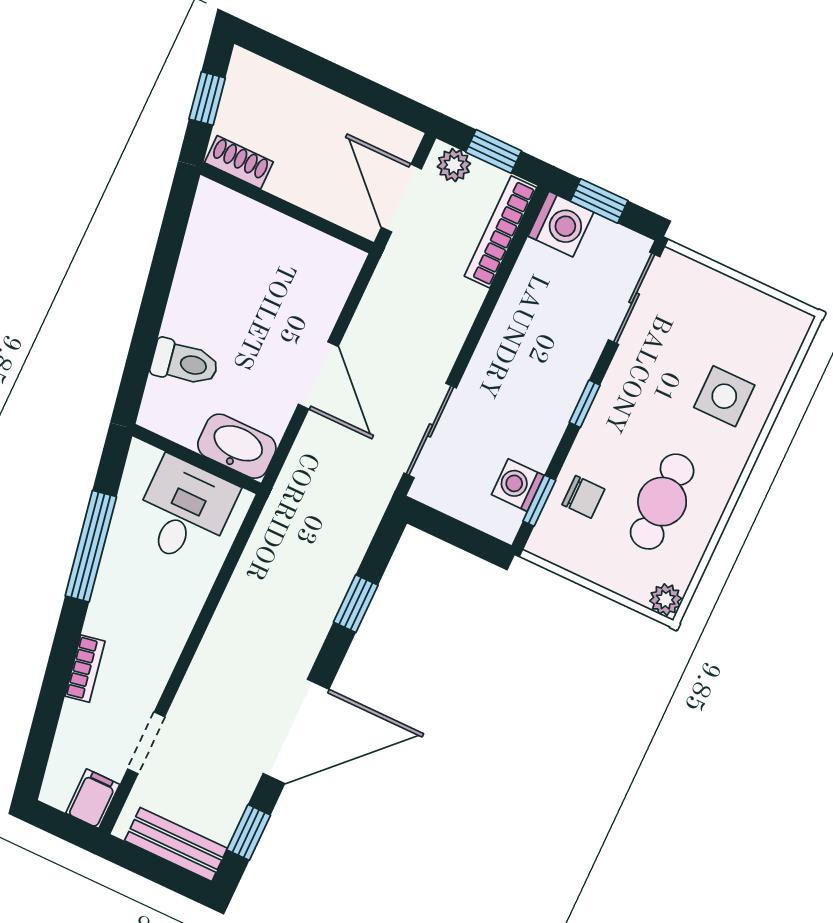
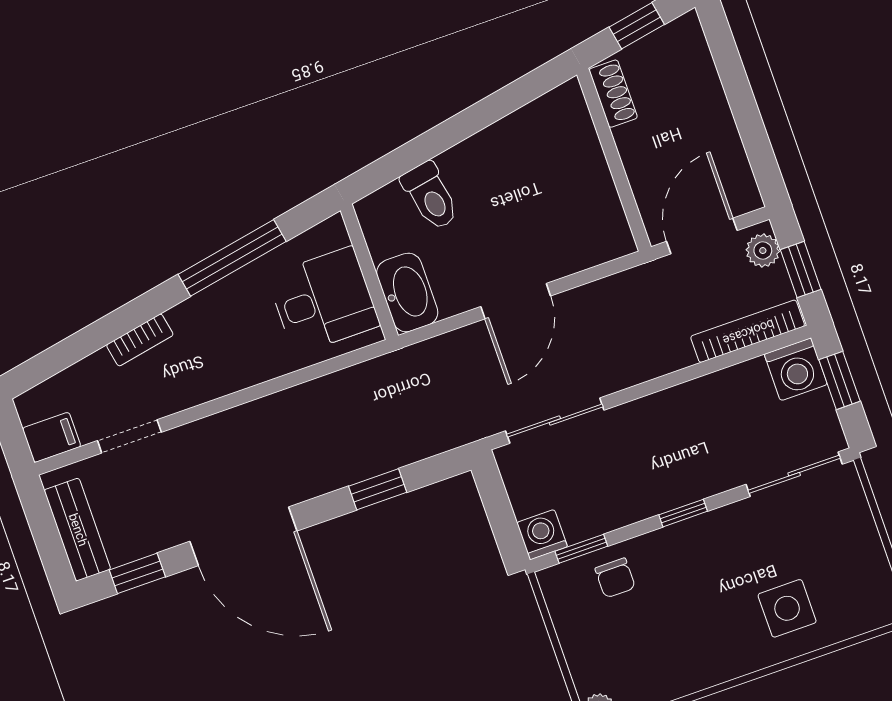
washing machine: (518, 485) -> (542, 535), moved
cafe table: (662, 502) -> (667, 638), removed

